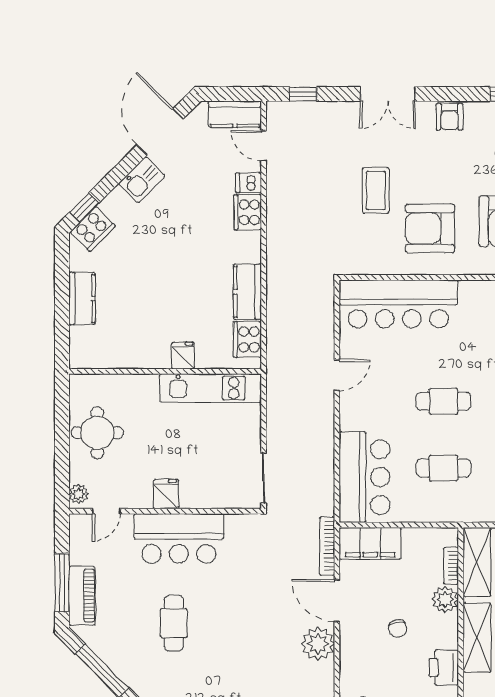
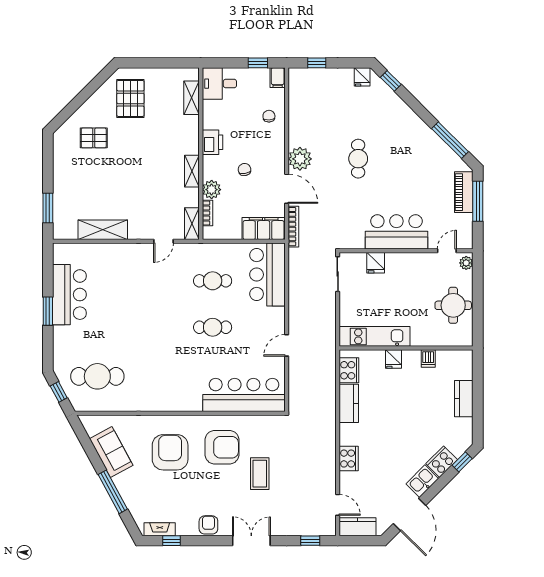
dishwasher: (248, 183) -> (428, 358), moved, turned 90
cooker: (93, 229) -> (442, 462), moved
fridge: (166, 494) -> (376, 263), moved
shelving: (477, 562) -> (192, 224), width x0.67, depth x0.75
cafe table: (174, 623) -> (358, 159), moved
shelving: (477, 638) -> (192, 171), width x0.67, depth x0.75

